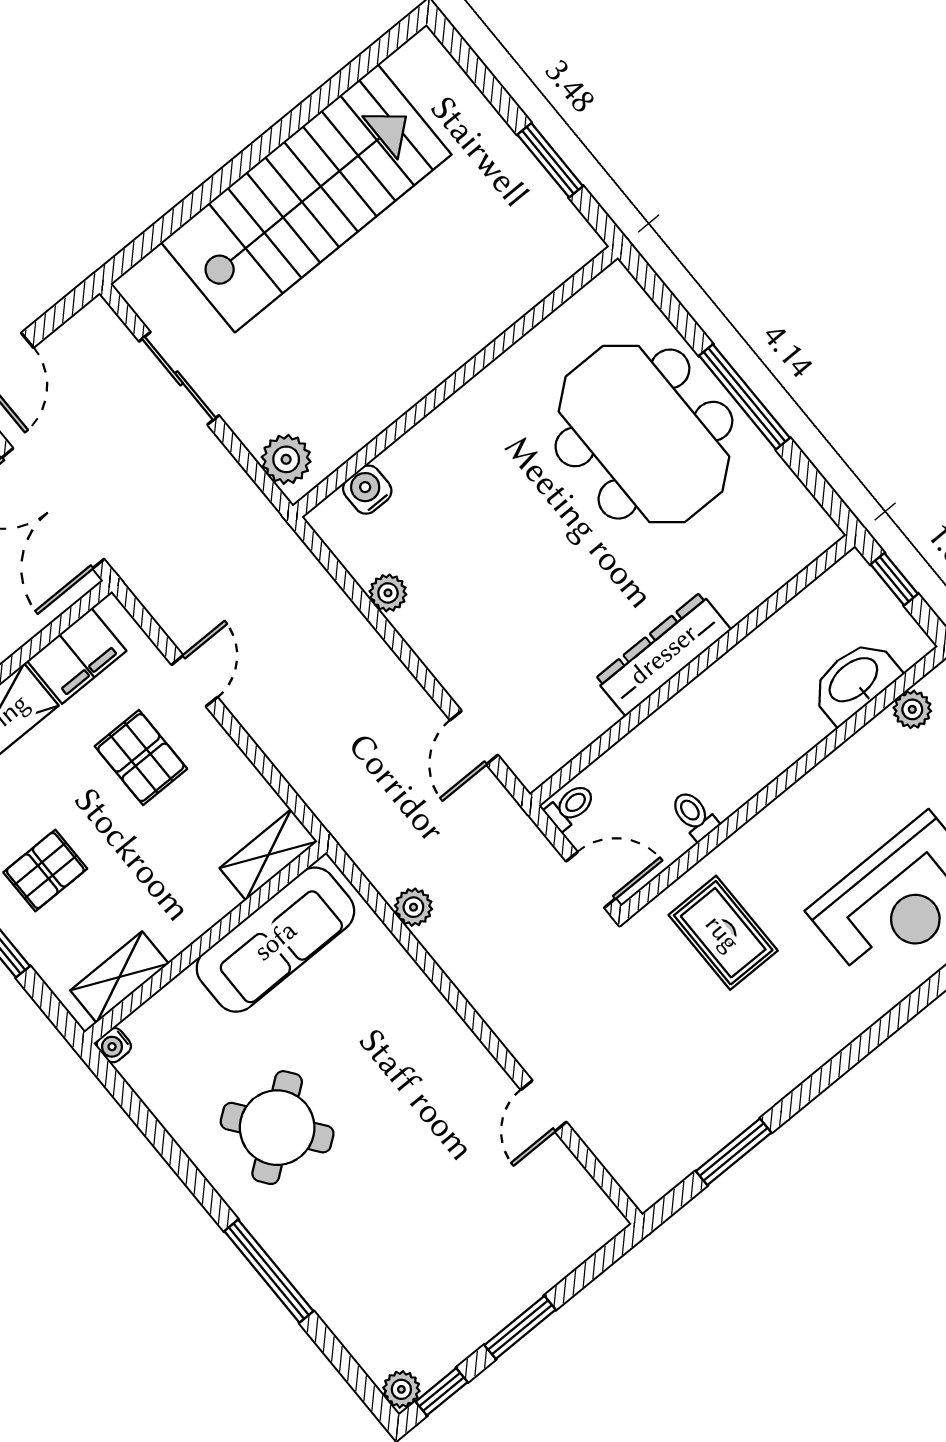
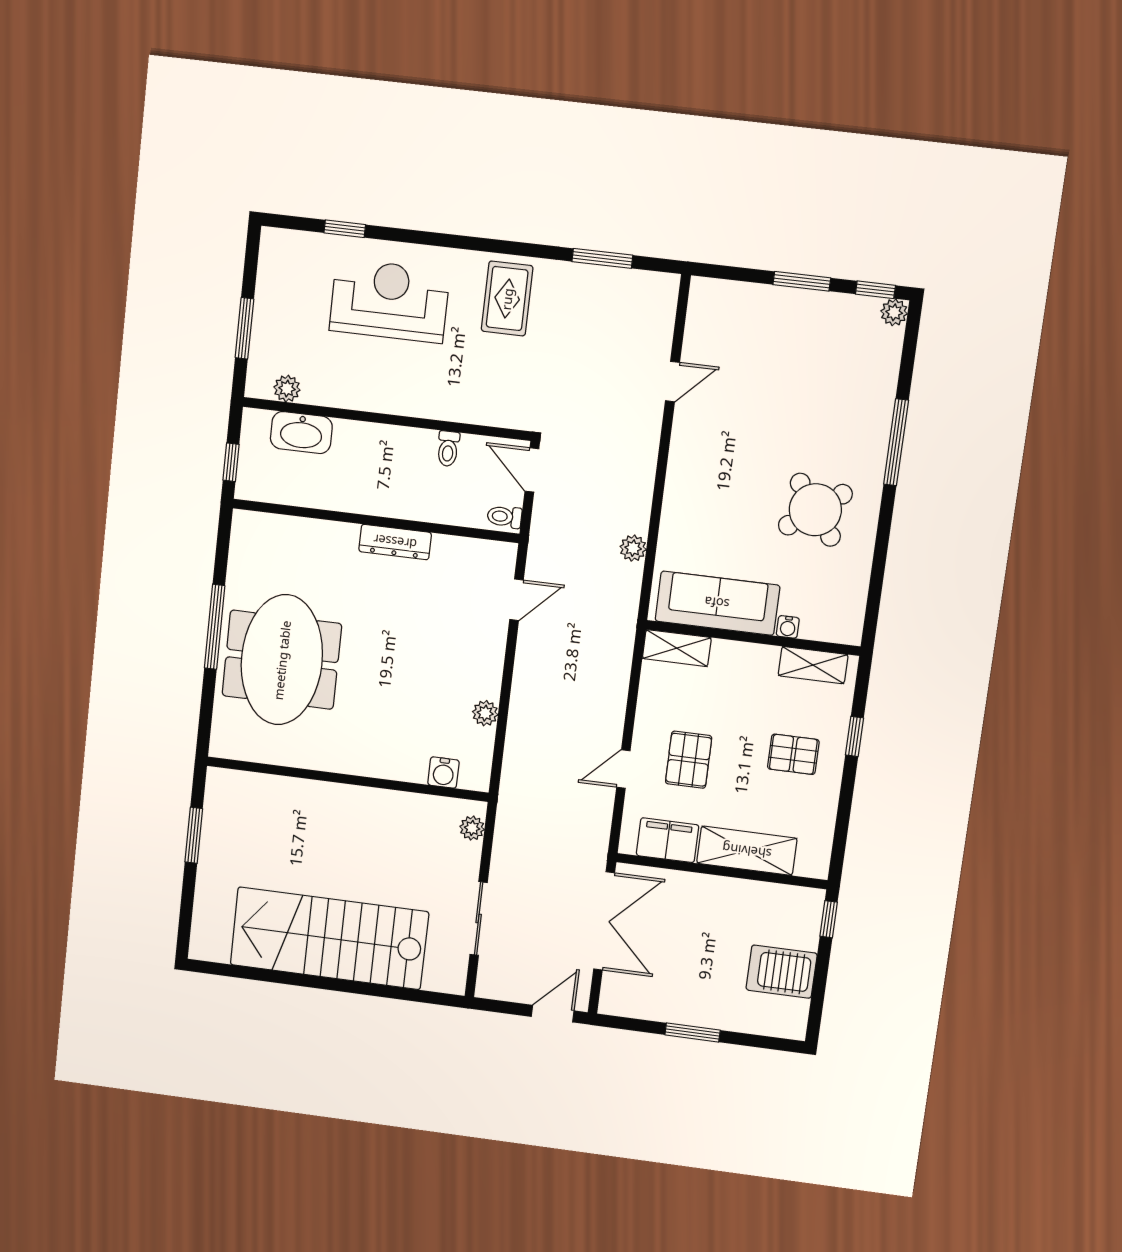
plant: (286, 459) -> (472, 828), width x0.73, depth x0.73
dresser: (663, 654) -> (395, 542), width x0.73, depth x0.80
rug: (723, 933) -> (507, 299), moved
water cooler: (114, 1045) -> (788, 627), moved, turned 90

